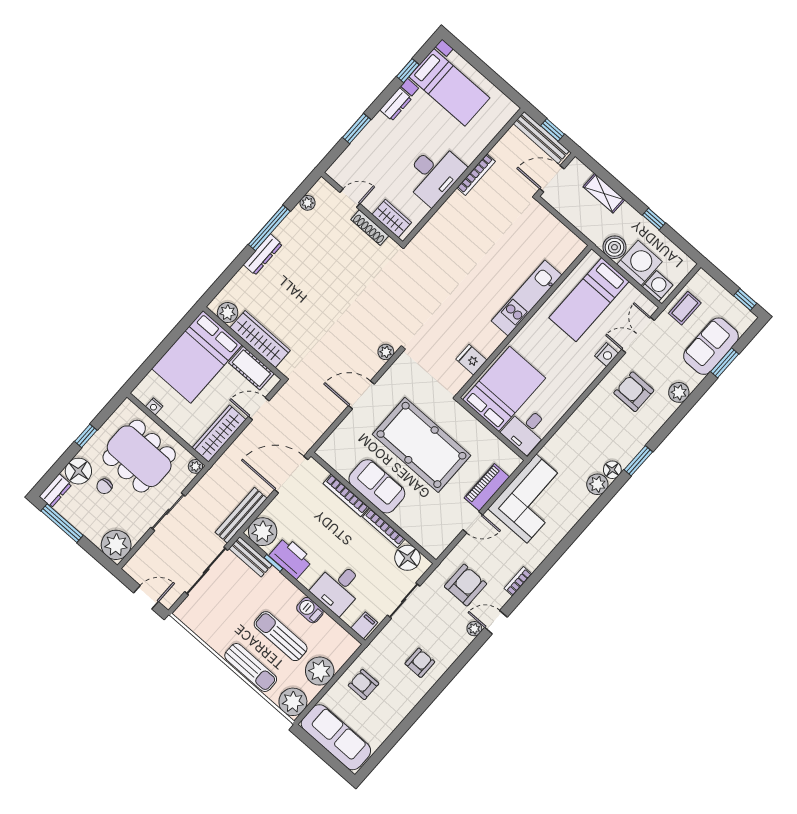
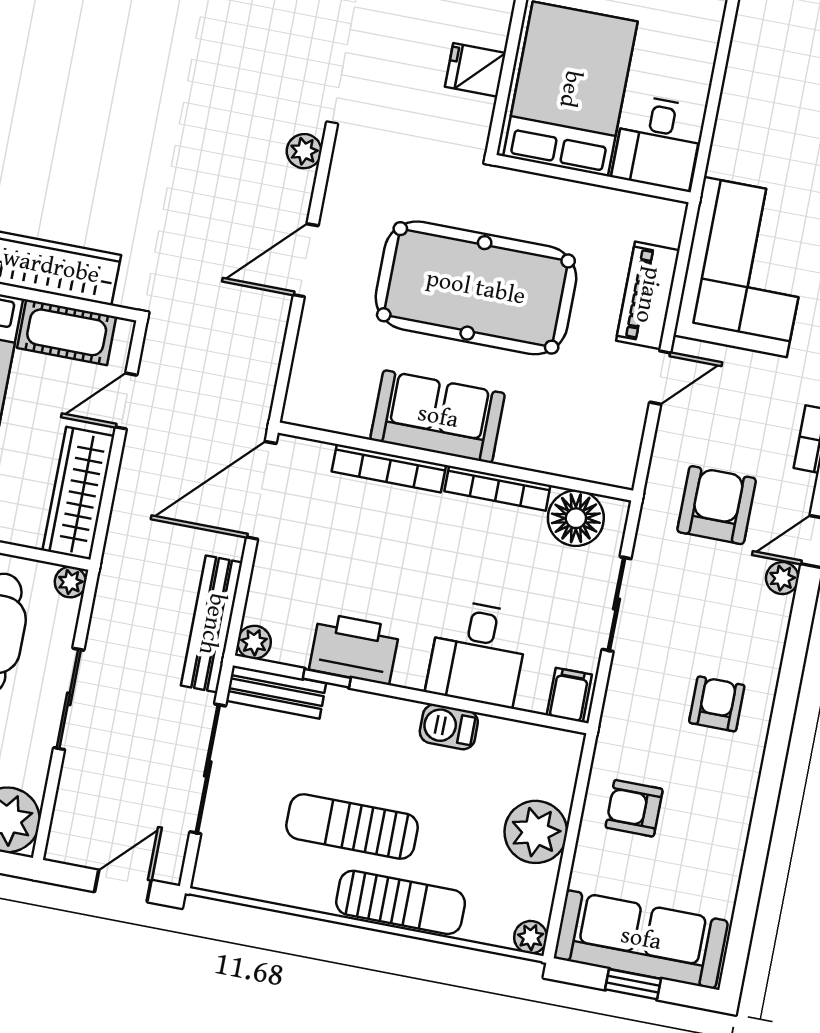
plant: (263, 532) -> (254, 642), width x0.53, depth x0.53
sun lounger: (281, 636) -> (352, 826), moved
plant: (293, 702) -> (531, 937), width x0.53, depth x0.53
window: (323, 753) -> (633, 984), added

